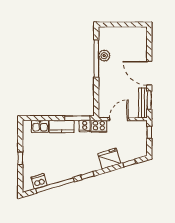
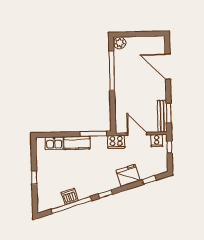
plant: (104, 56) -> (120, 43), moved
door: (149, 73) -> (168, 67), moved
door: (119, 119) -> (137, 134), hinge flipped
cooker: (85, 126) -> (157, 141), moved
dishwasher: (39, 181) -> (70, 196), moved

